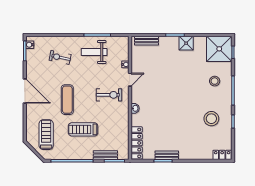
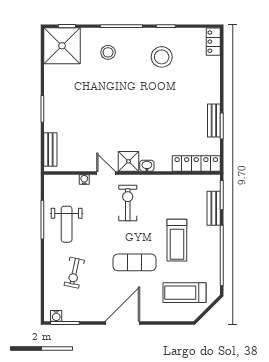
shower: (186, 43) -> (129, 161), moved

